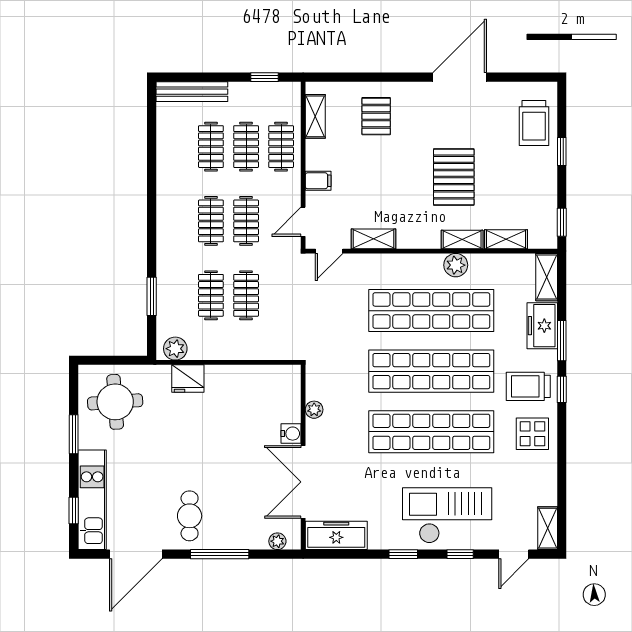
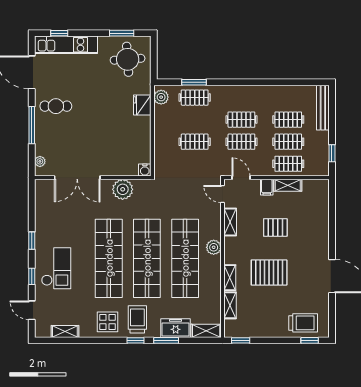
shelving: (315, 116) -> (288, 185), moved
pallet: (376, 116) -> (275, 227), moved
trolley: (534, 123) -> (303, 323), turned 180
window: (562, 152) -> (310, 340), moved
plant: (456, 265) -> (214, 247), moved
clothes rail: (211, 295) -> (195, 98), moved
plant: (314, 410) -> (123, 189), width x1.87, depth x1.87
window: (74, 434) -> (122, 33), moved
water cooler: (291, 434) -> (145, 170), moved
double door: (303, 482) -> (77, 178), swing flipped
checkout: (447, 515) -> (56, 268), width x0.73, depth x0.83
shelving: (548, 528) -> (65, 331), moved
freezer: (336, 535) -> (44, 198), removed

